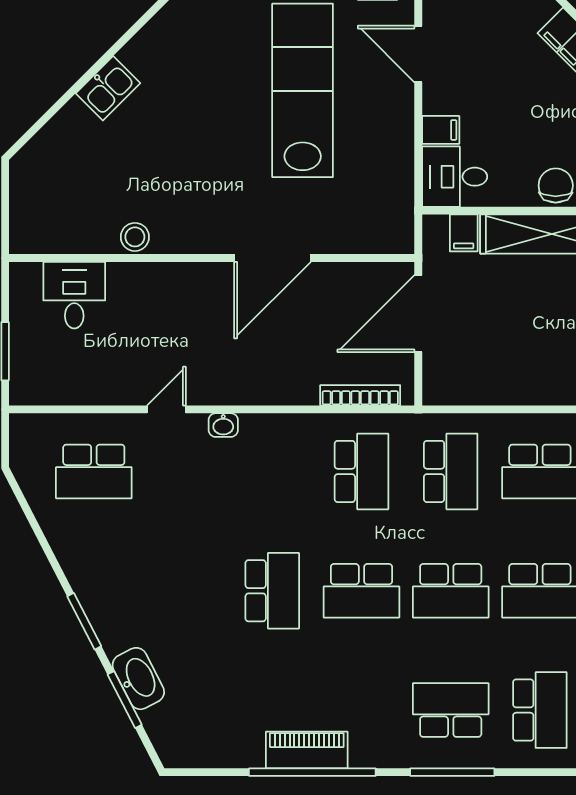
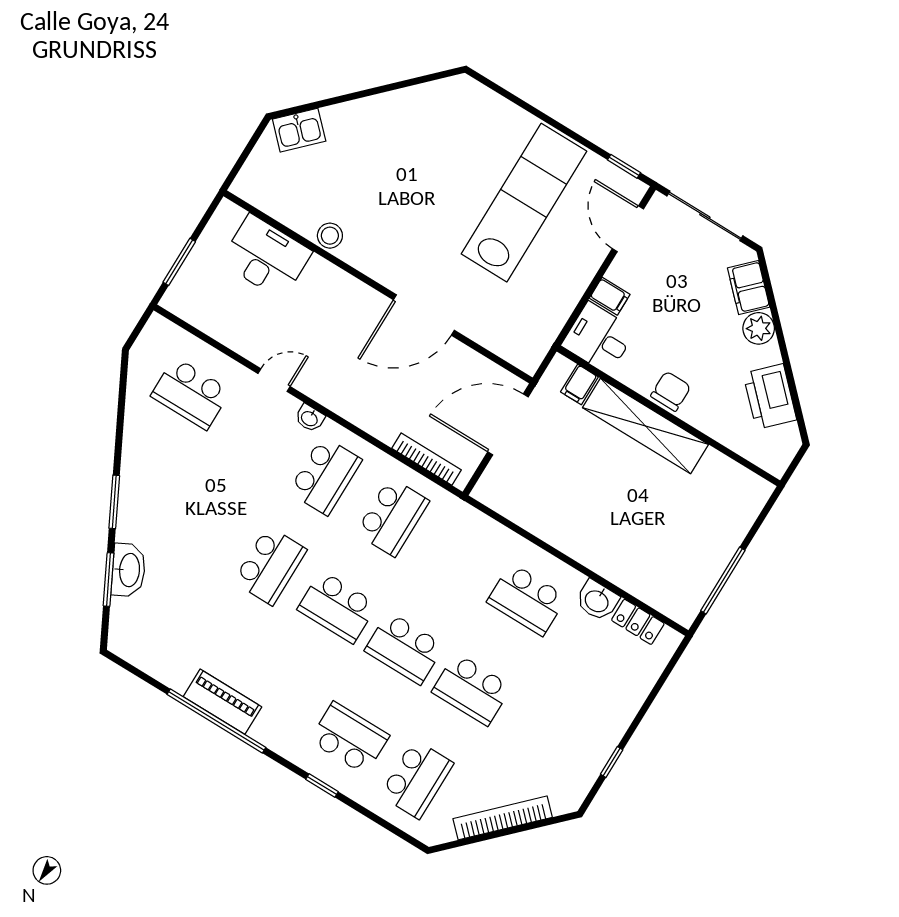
kitchen sink: (108, 88) -> (299, 130), moved
desk: (74, 295) -> (266, 257), width x1.37
school desk: (451, 471) -> (325, 476), moved
window: (452, 772) -> (322, 786), width x0.46

